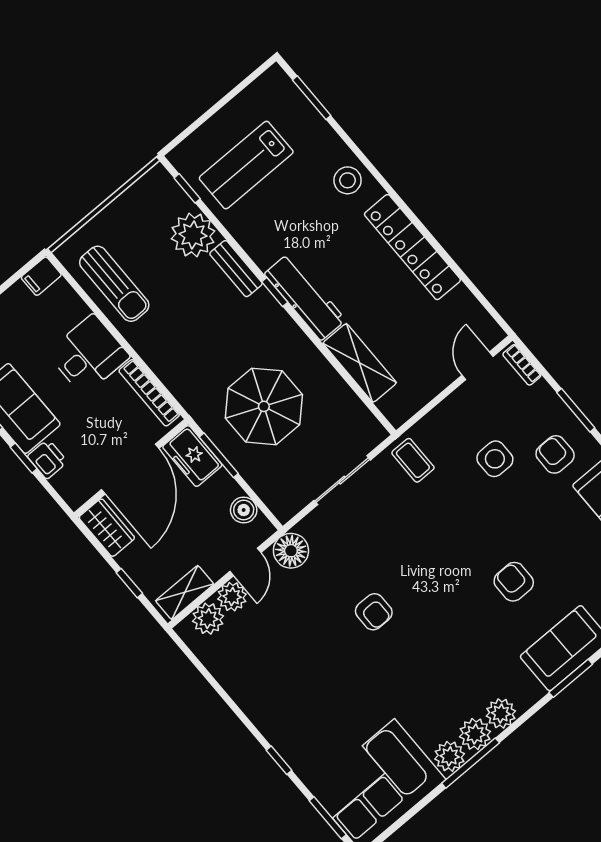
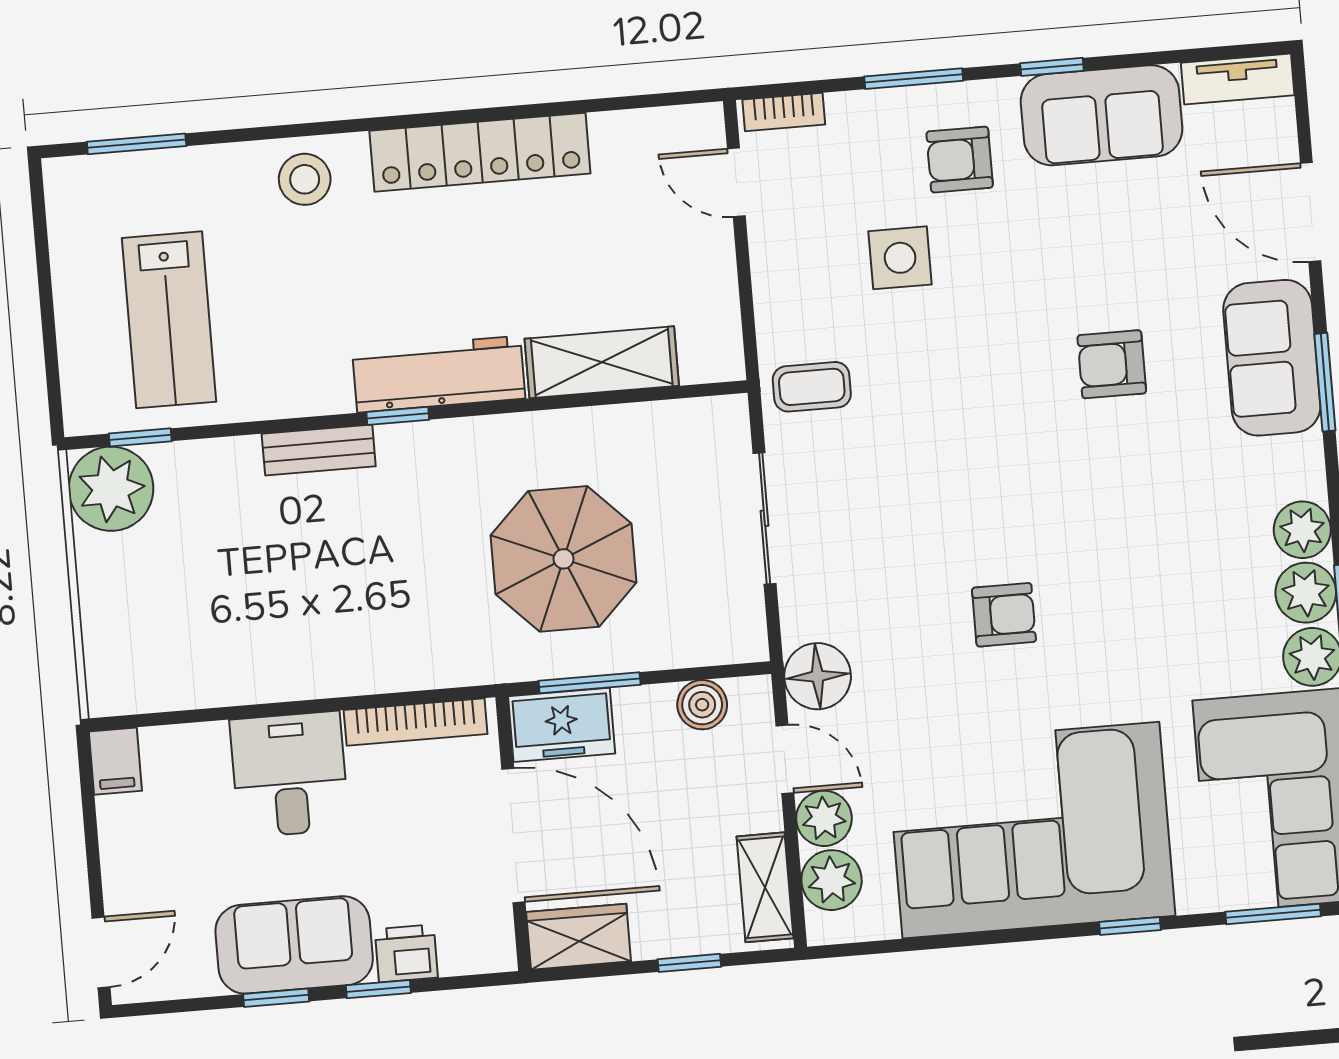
plant: (193, 235) -> (111, 489), moved
sun lounger: (114, 284) -> (208, 656), removed
corner sofa: (290, 689) -> (1031, 830), added

